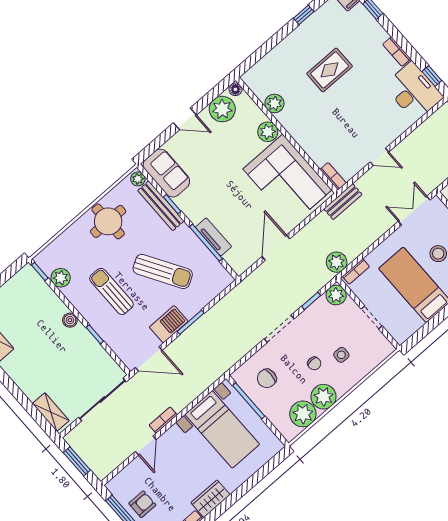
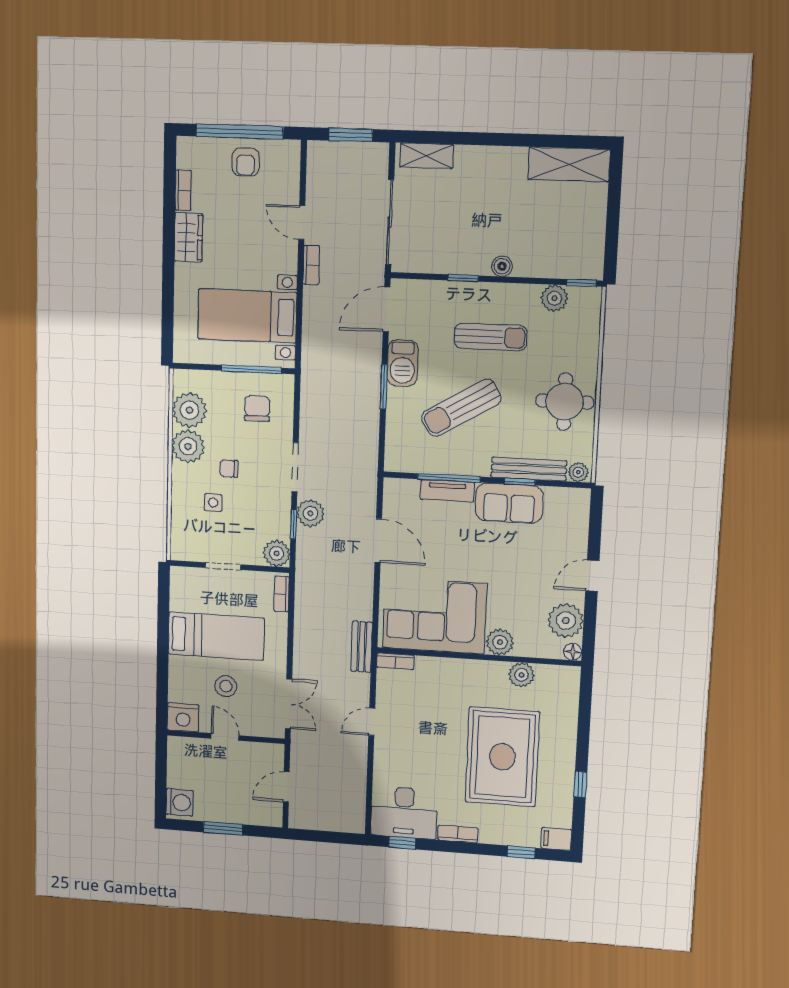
rug: (330, 70) -> (502, 757), width x1.86, depth x2.06
sofa: (166, 173) -> (509, 503), moved
plant: (337, 262) -> (310, 513), moved

